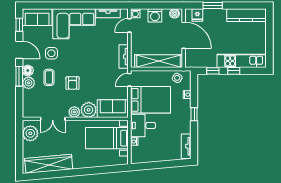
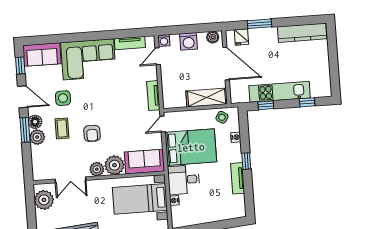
shelving: (159, 61) -> (207, 98), width x0.68
kitchen unit: (241, 61) -> (280, 92), moved
window: (234, 71) -> (307, 102), moved
tv unit: (186, 146) -> (238, 178), moved

